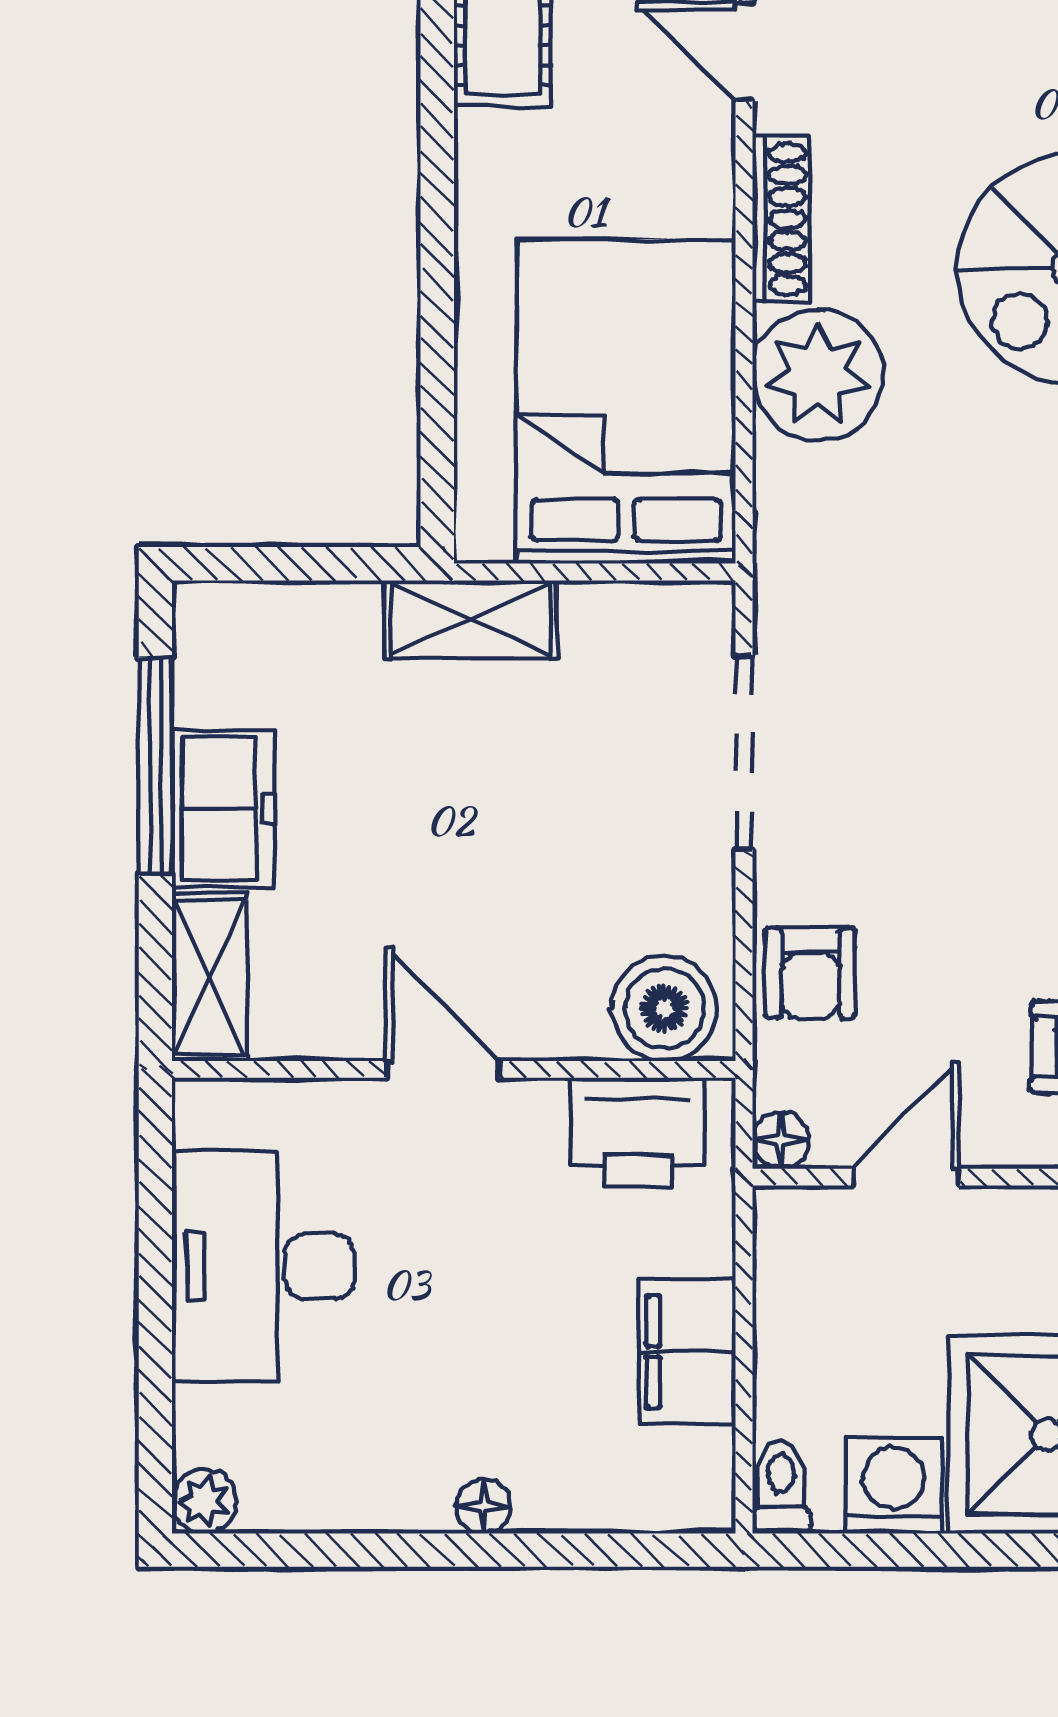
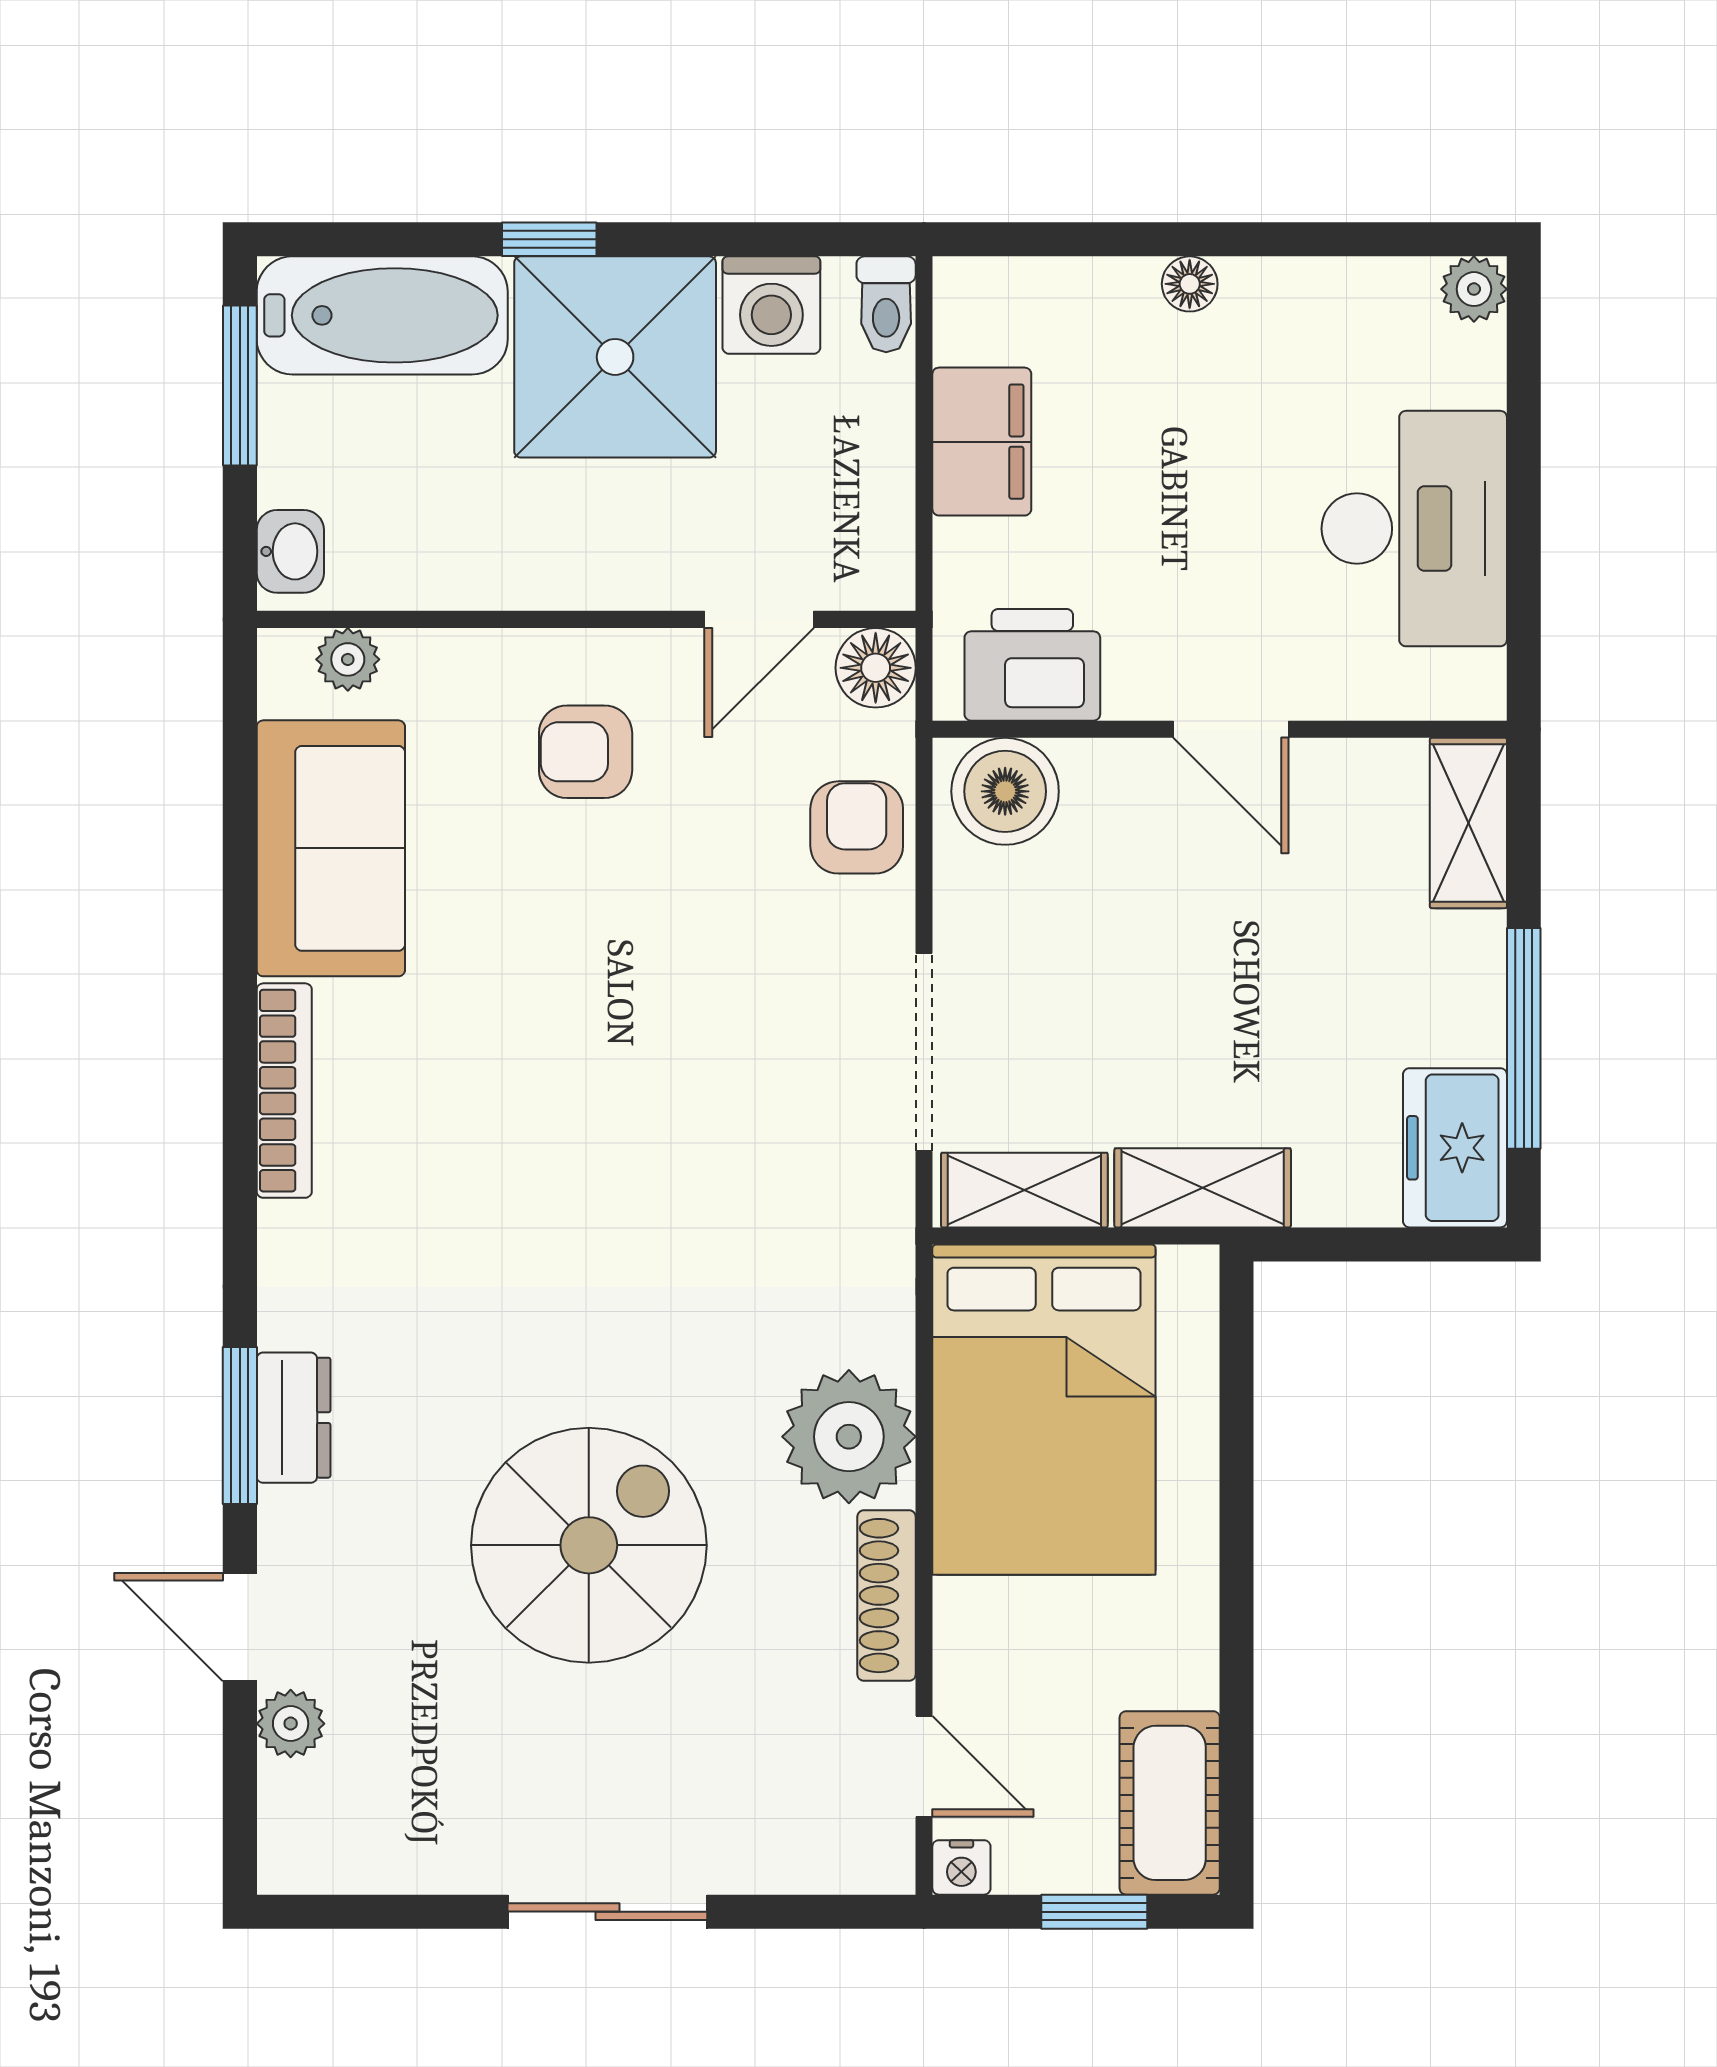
shelving: (645, 617) -> (1024, 1190), added
freezer: (223, 809) -> (1455, 1148), moved
floor lamp: (781, 1140) -> (876, 668), width x1.37, depth x1.37

